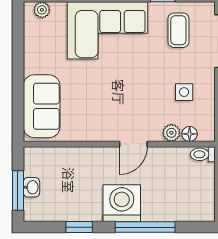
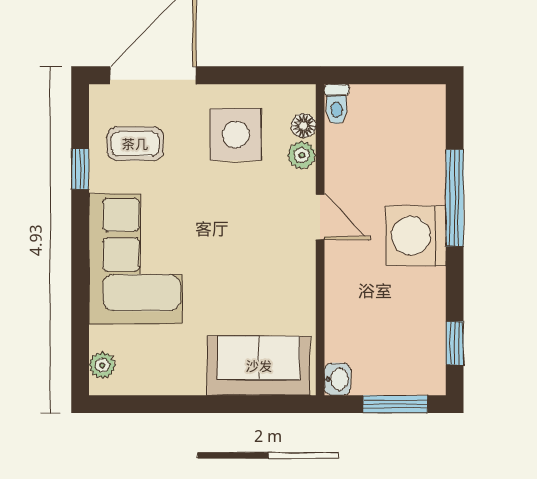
side table: (184, 92) -> (236, 135), width x1.87, depth x1.87
washbasin: (31, 187) -> (337, 379), moved, turned 90
window: (79, 227) -> (455, 343), moved

